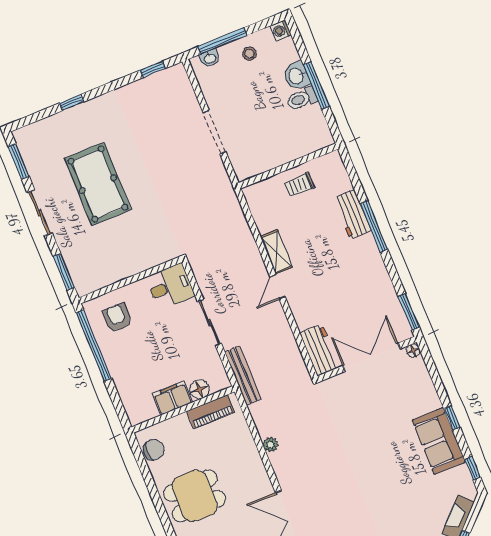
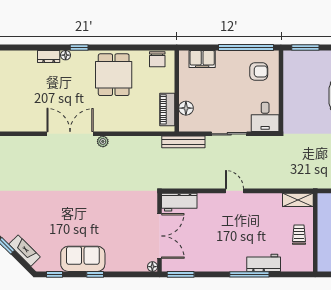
shelving: (276, 252) -> (298, 200), moved
filing cabinet: (172, 398) -> (202, 59), moved, turned 90
plant: (270, 445) -> (103, 141), moved

